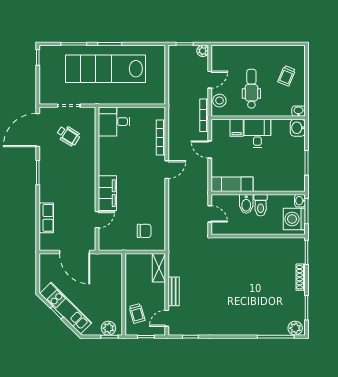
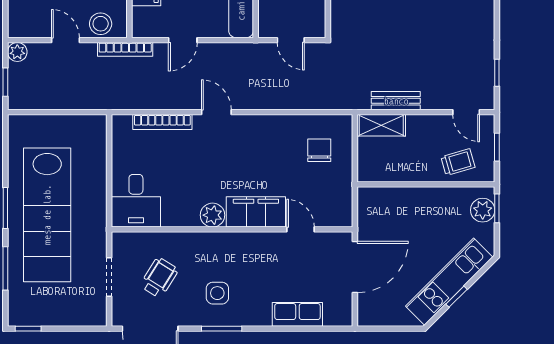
plant: (105, 167) -> (213, 215), added
side table: (59, 170) -> (217, 293), added
door: (210, 214) -> (291, 40), swing flipped
bench: (174, 291) -> (396, 101), moved

